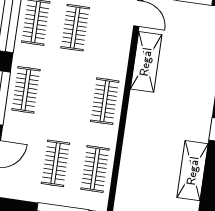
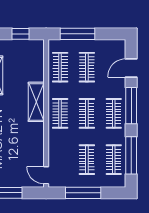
shelving: (146, 62) -> (36, 102), moved
clothes rail: (65, 96) -> (87, 113), added

